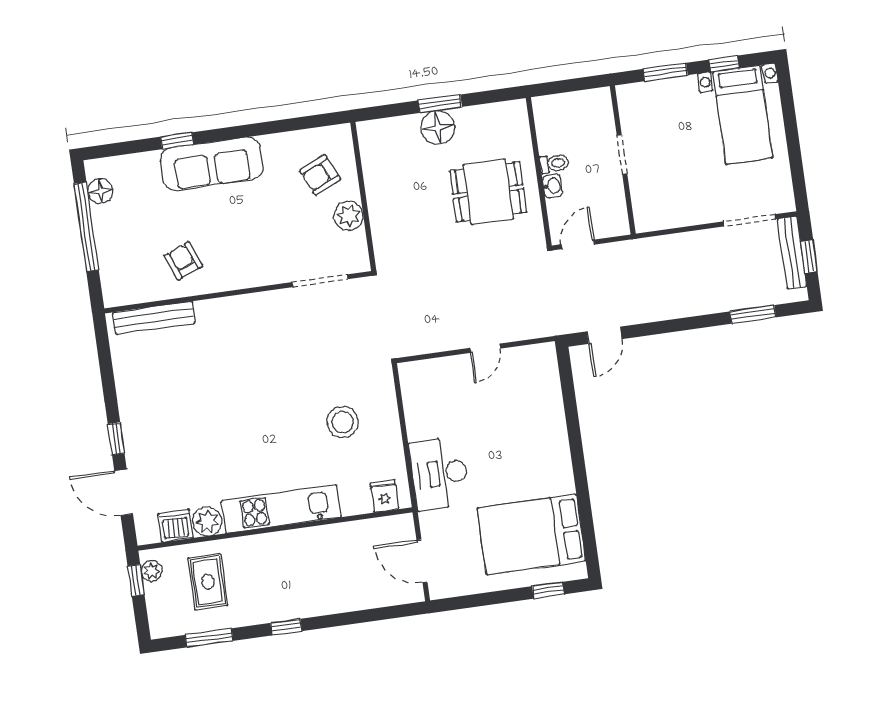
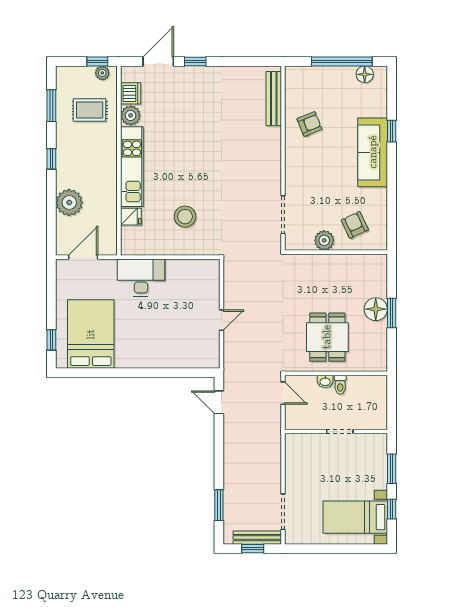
door: (485, 348) -> (221, 320), swing flipped
fridge: (384, 496) -> (131, 217), moved
plant: (346, 592) -> (69, 202), added

